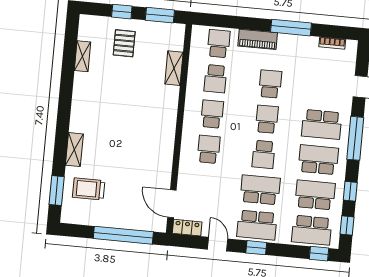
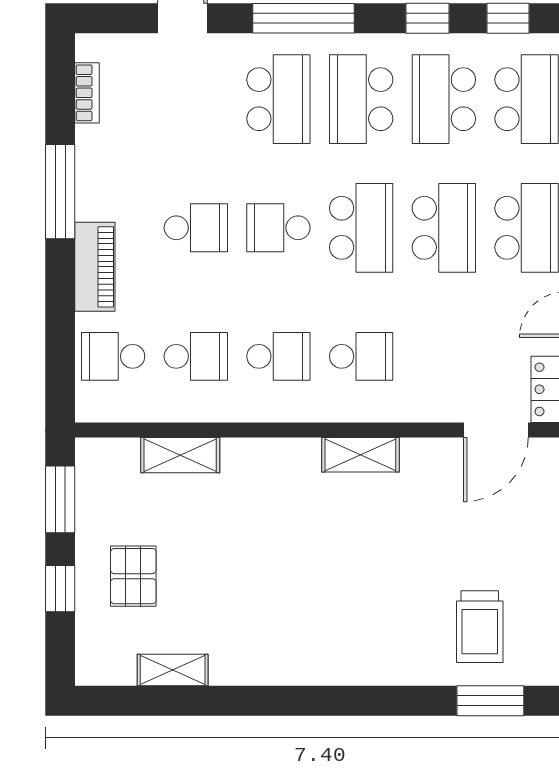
pallet: (124, 43) -> (133, 576), turned 90
school desk: (270, 84) -> (196, 228), turned 180
school desk: (212, 114) -> (278, 356), turned 180
school desk: (209, 149) -> (361, 356), turned 180
shelving: (74, 150) -> (360, 455), moved
school desk: (264, 154) -> (361, 228), width x1.85
school desk: (260, 190) -> (444, 228), turned 180

